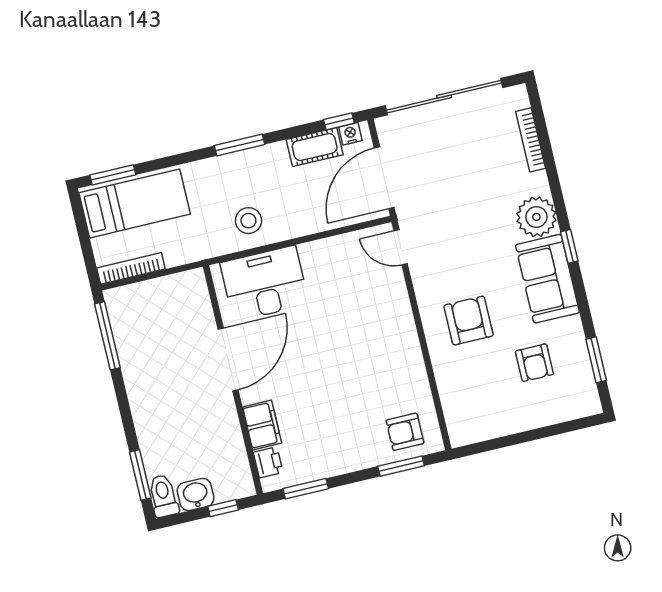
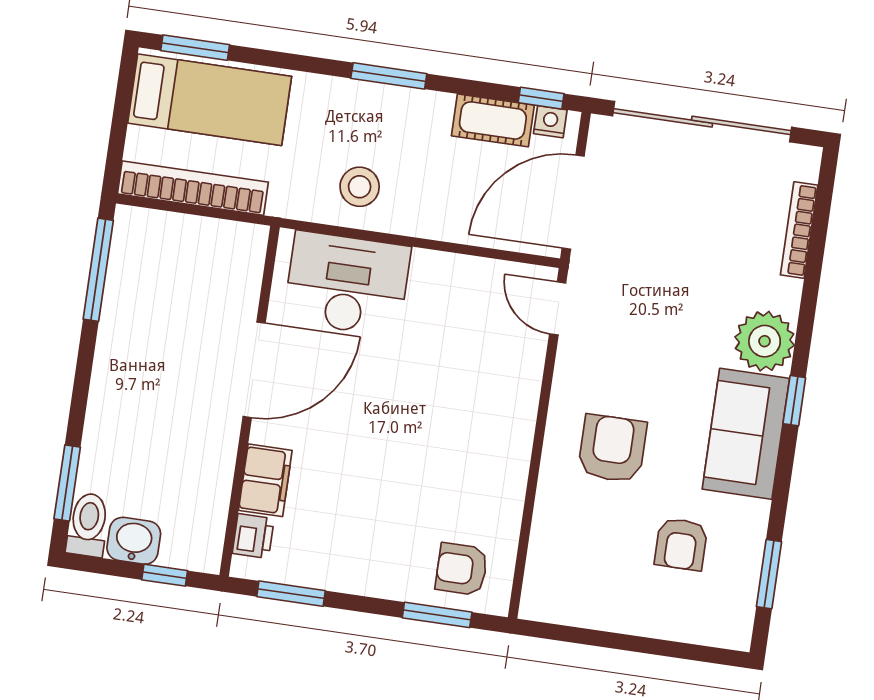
bookcase: (131, 268) -> (193, 188), width x1.48, depth x1.31

